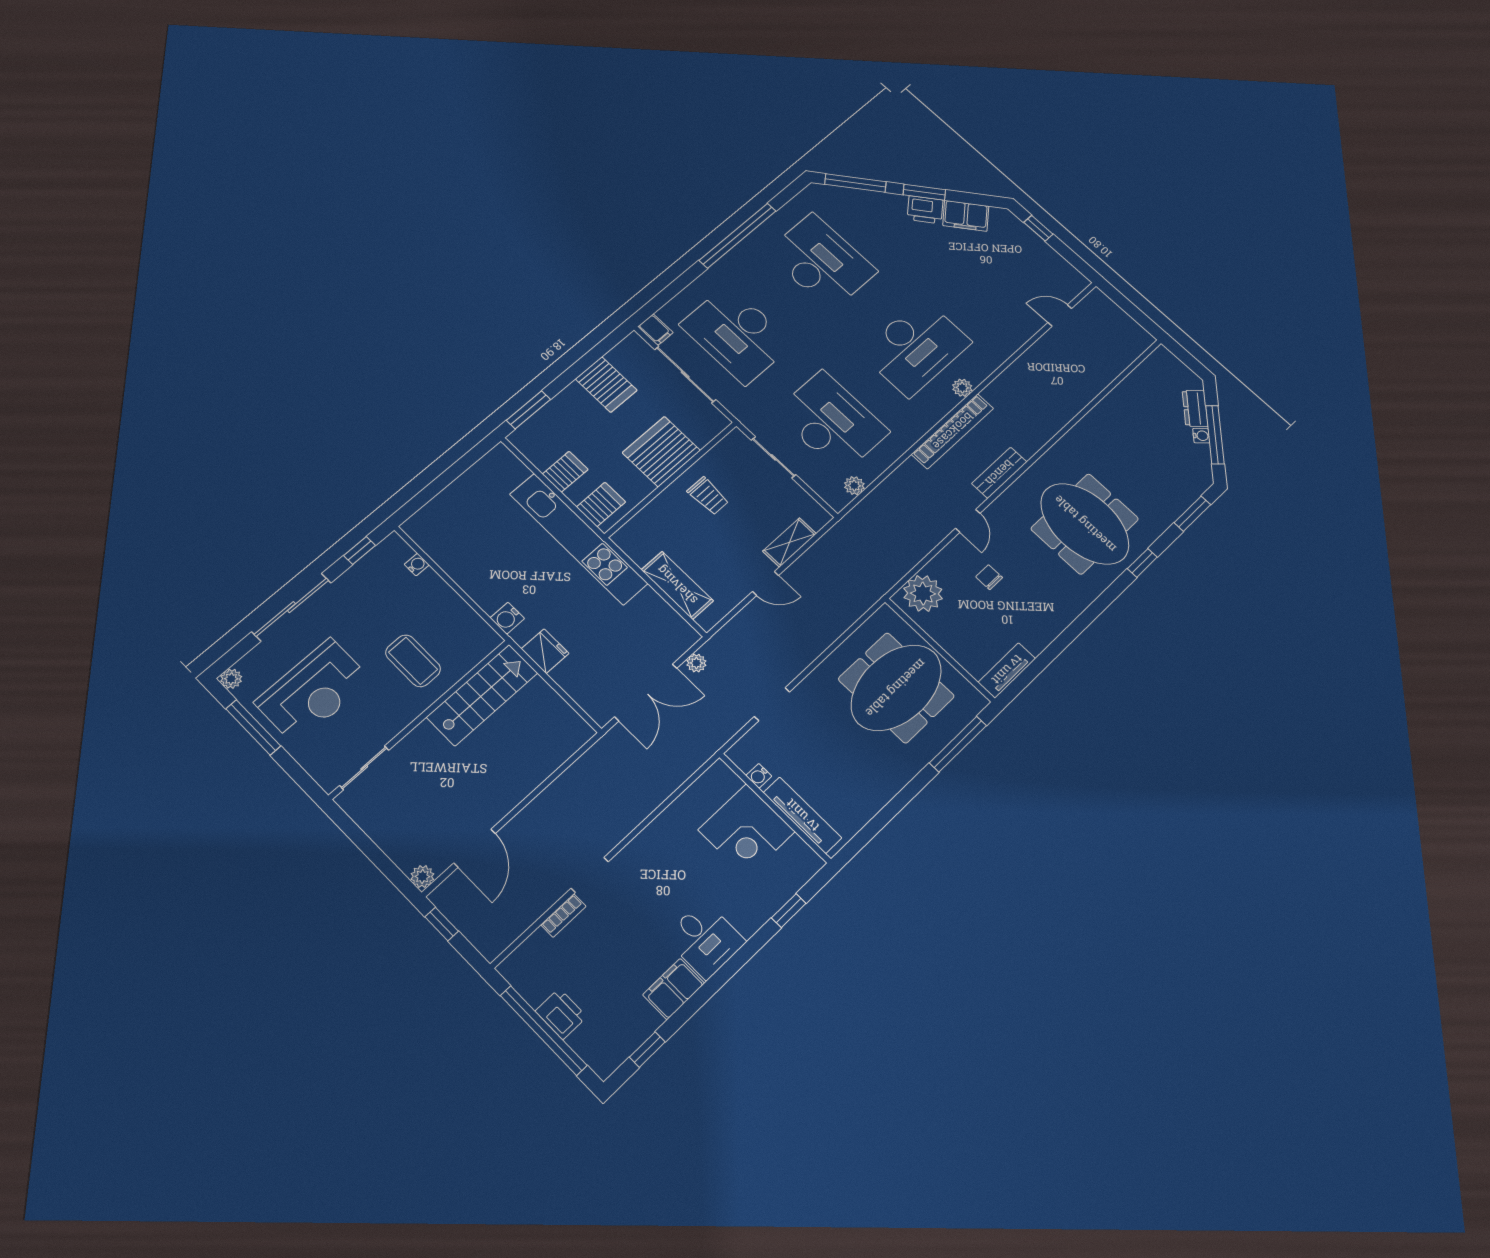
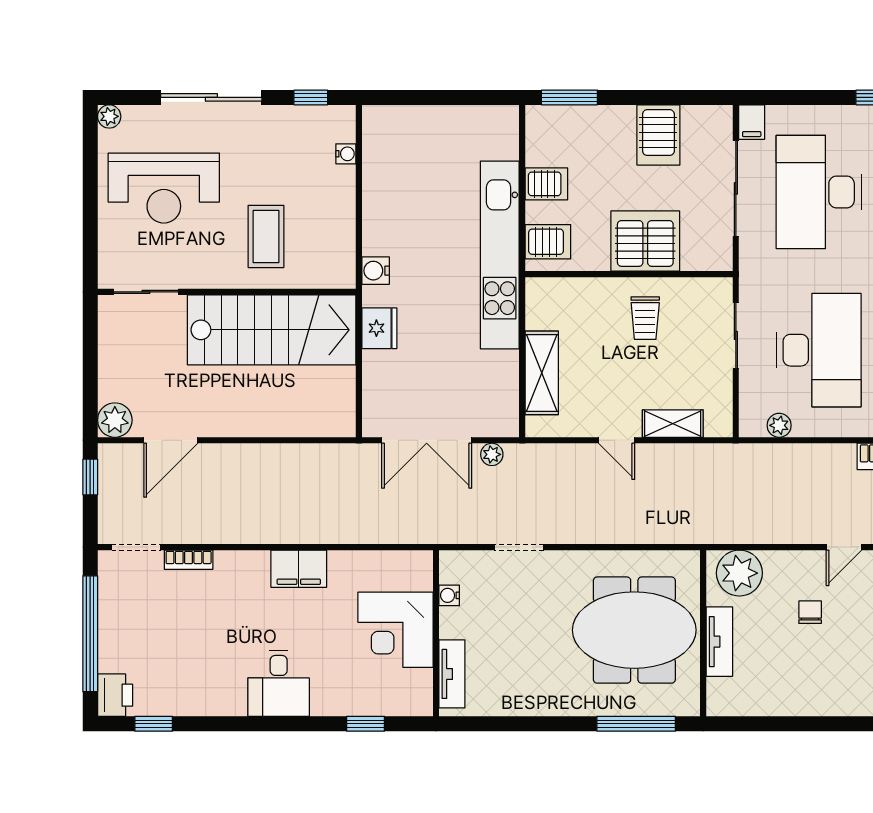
tv unit: (1007, 670) -> (719, 642), moved, turned 90
stairs: (482, 695) -> (272, 330), width x1.36, depth x1.51
window: (253, 727) -> (90, 175), removed
tv unit: (802, 815) -> (452, 674), width x0.71
doorway: (590, 875) -> (136, 547), moved
plant: (422, 877) -> (115, 420), width x1.38, depth x1.38
filing cabinet: (674, 989) -> (299, 569), moved, turned 180
printer: (561, 1014) -> (115, 695), moved

